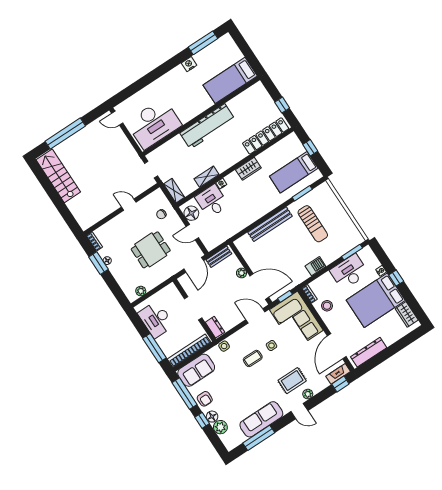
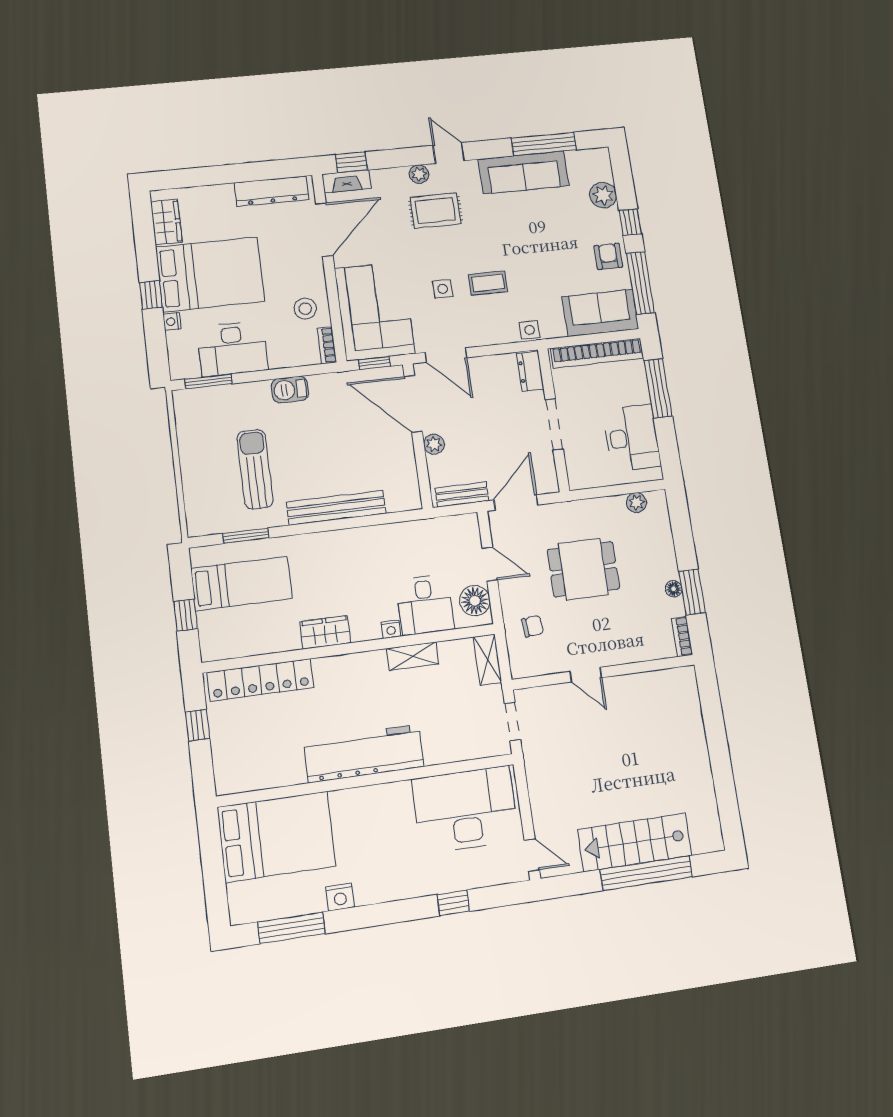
bed: (230, 80) -> (276, 837), width x1.50
window: (141, 84) -> (453, 903), added
stairs: (58, 176) -> (635, 842), moved, turned 90
floor lamp: (212, 417) -> (610, 220), removed

